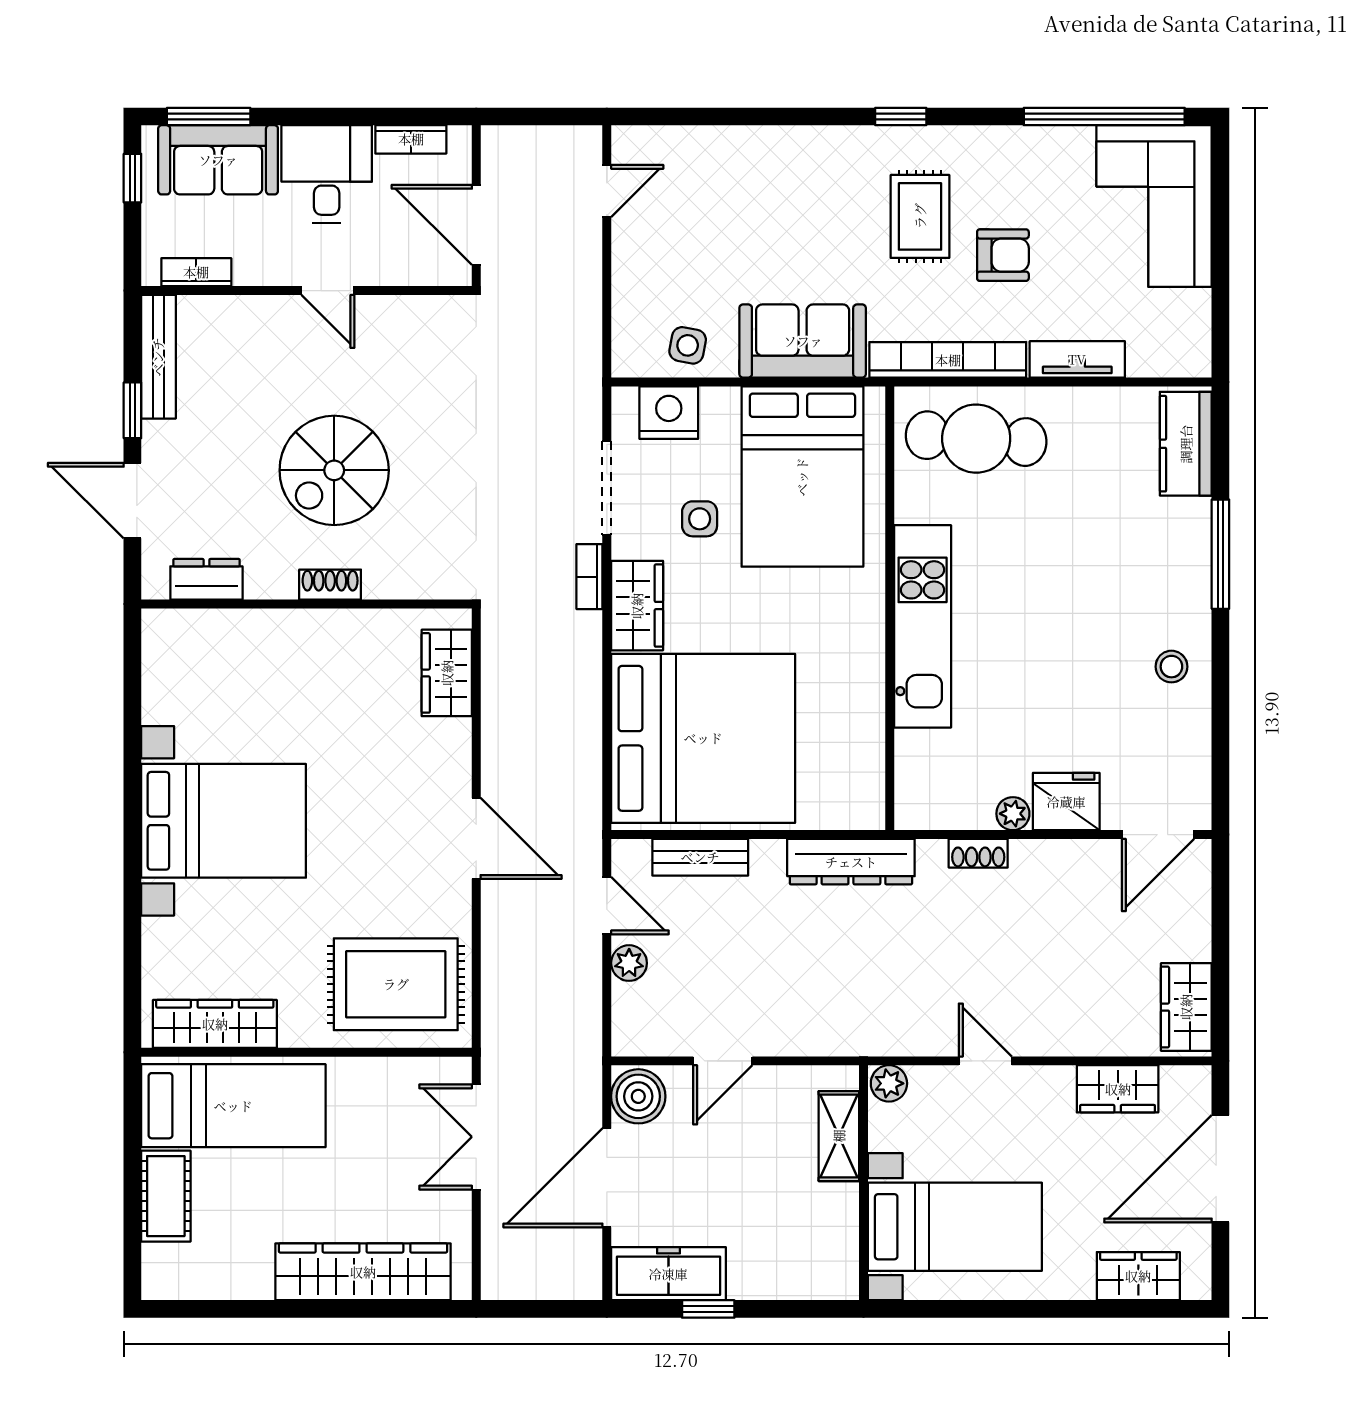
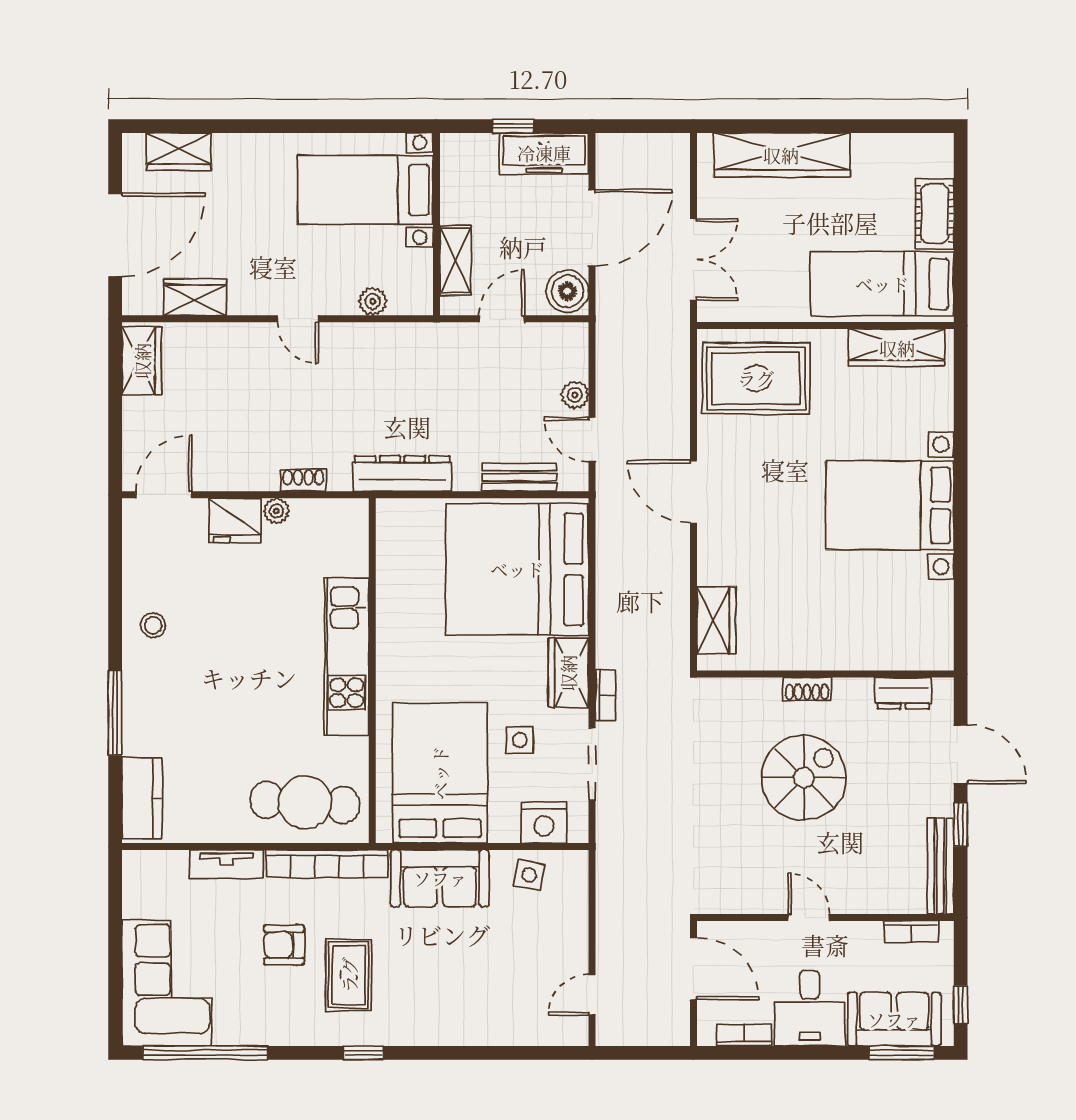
shelving: (839, 1136) -> (456, 260), moved
wall: (864, 1183) -> (436, 224), moved
bed with nightstands: (955, 1227) -> (365, 190), moved

